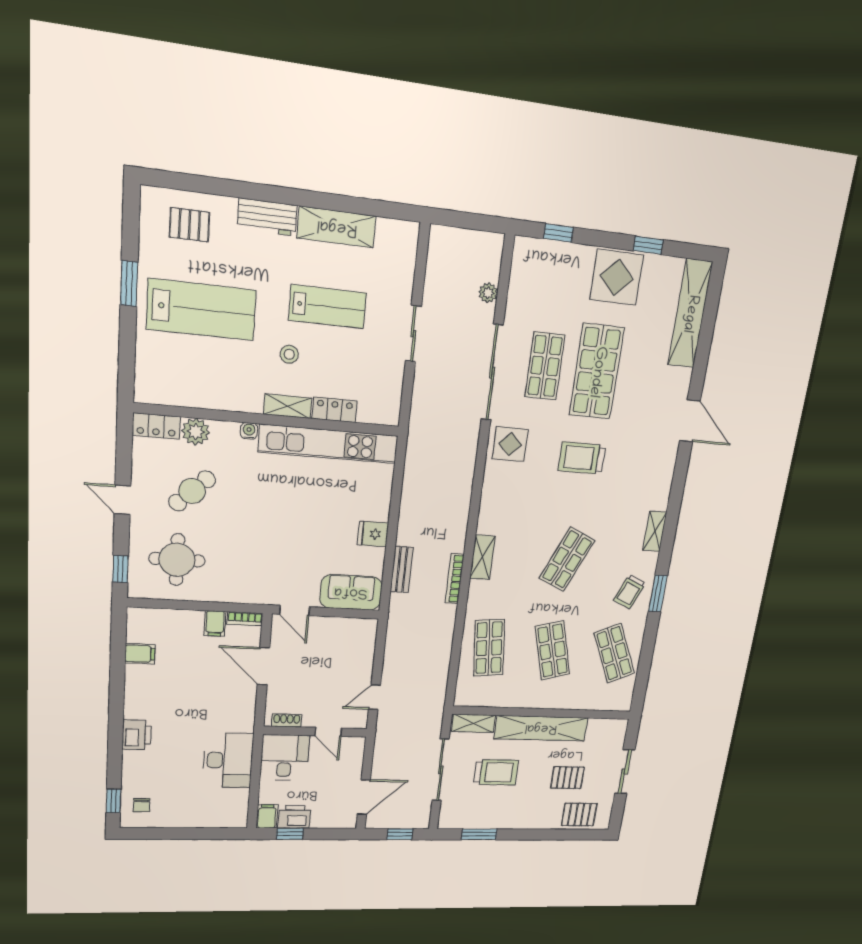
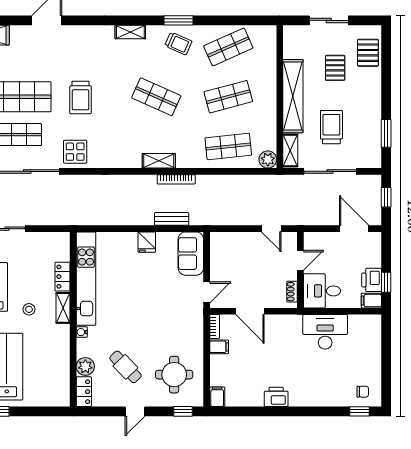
filing cabinet: (140, 654) -> (217, 397), moved
door: (263, 666) -> (250, 311), hinge flipped
plant: (466, 696) -> (268, 160), added
printer: (137, 735) -> (276, 397), moved

